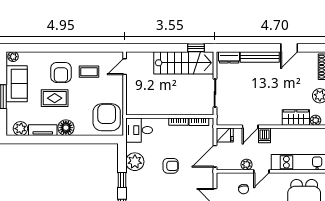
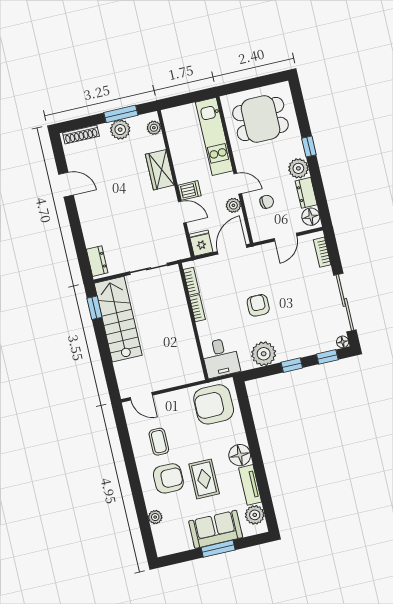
plant: (13, 57) -> (155, 517), moved
bench: (260, 57) -> (87, 221), removed
sofa: (17, 84) -> (216, 529), moved
wardrobe: (296, 118) -> (160, 170), moved
door: (215, 156) -> (232, 249), swing flipped

